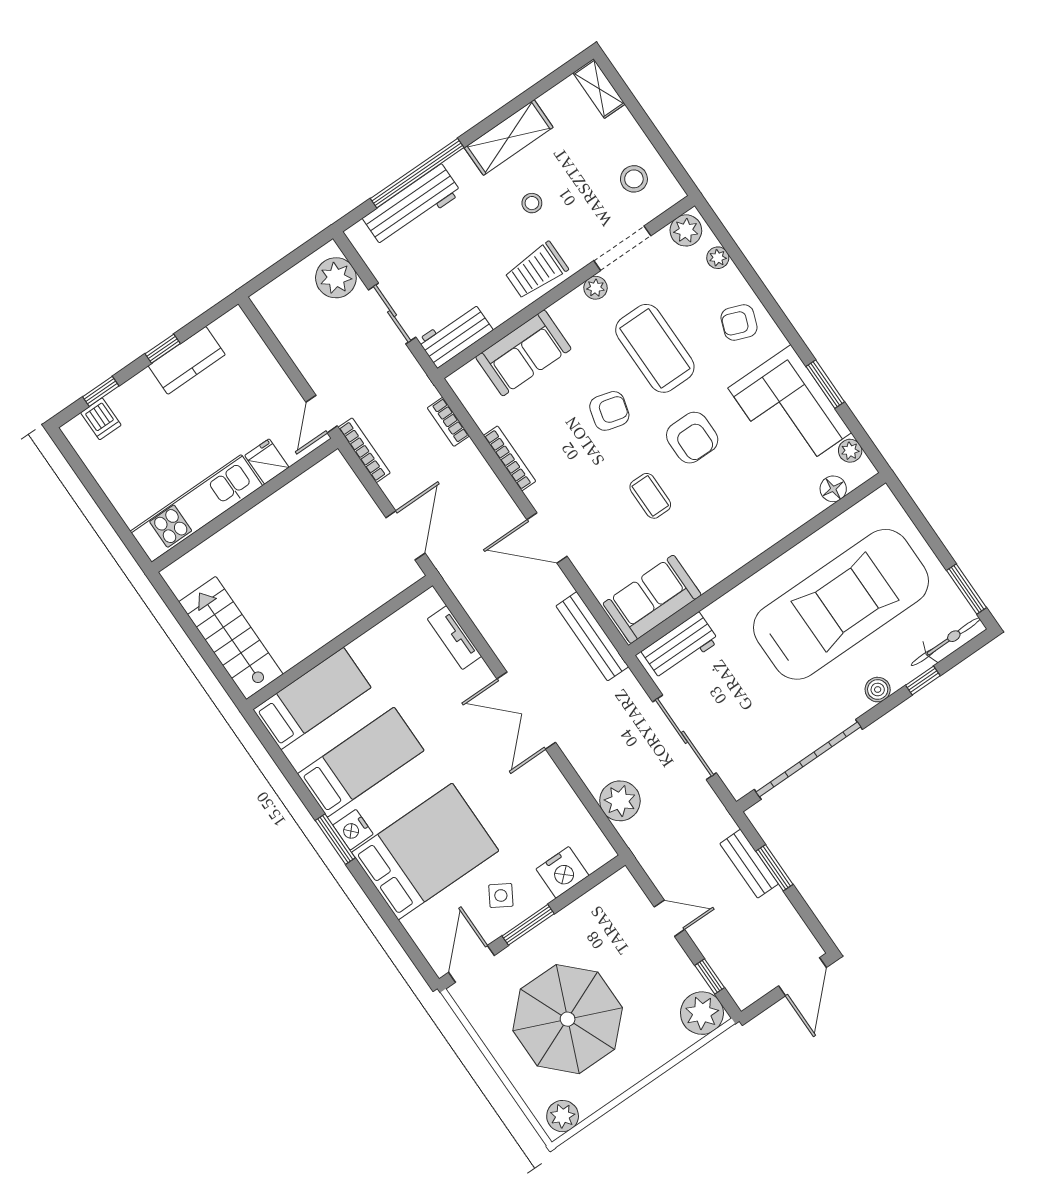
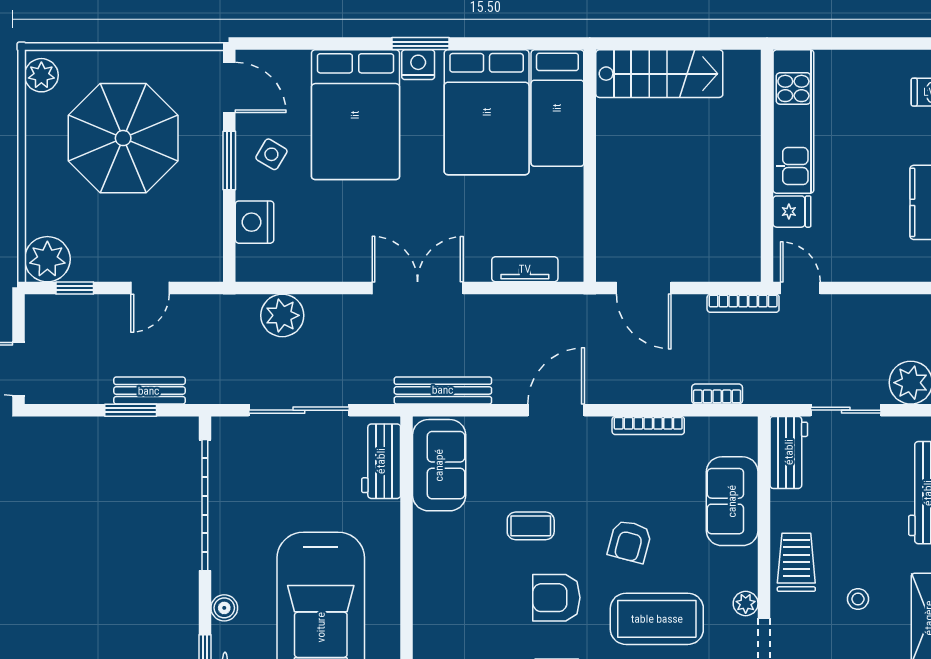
bed: (361, 762) -> (487, 112), width x1.50

